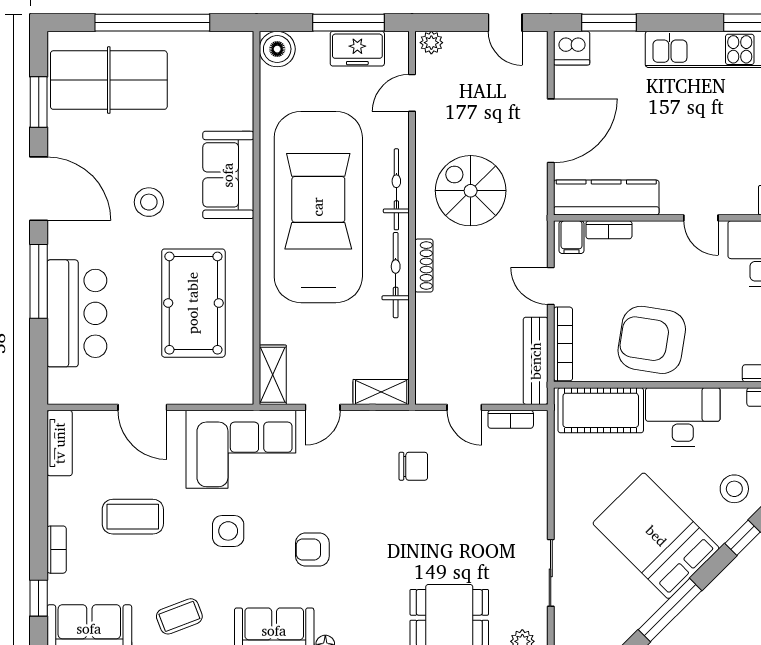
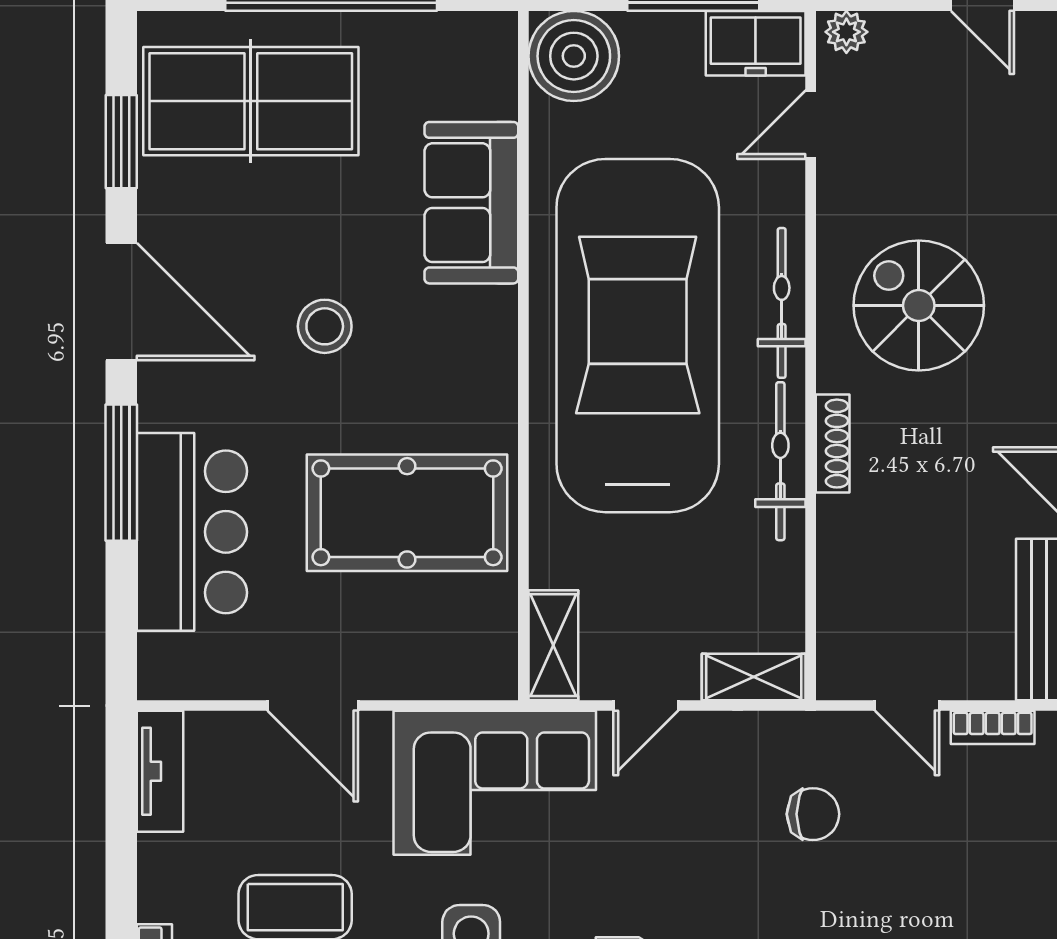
boiler: (277, 49) -> (574, 56), width x1.37, depth x1.37
freezer: (357, 49) -> (756, 43), moved
sofa: (228, 175) -> (471, 203), moved
pool table: (193, 303) -> (407, 513), turned 90

